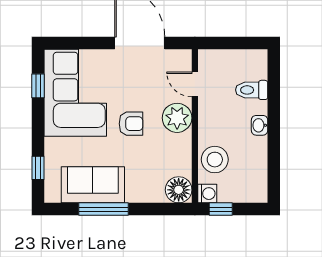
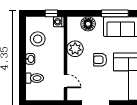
plant: (177, 118) -> (75, 49), moved
stool: (215, 160) -> (38, 39), moved
floor lamp: (179, 190) -> (88, 24), moved

